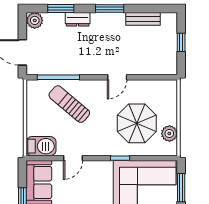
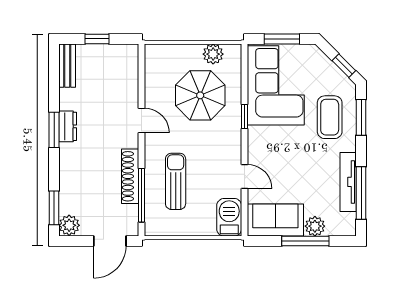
window: (61, 9) -> (54, 208), moved
dresser: (78, 19) -> (68, 126), moved
bench: (143, 19) -> (67, 66), moved
shoe rack: (73, 68) -> (130, 176), added
sun lounger: (69, 104) -> (176, 181), turned 140

